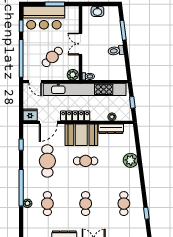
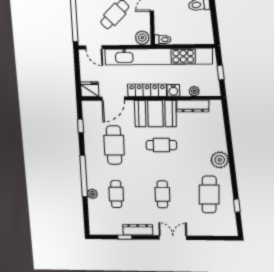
water cooler: (96, 116) -> (173, 90), added
plant: (130, 160) -> (220, 160), moved
cafe table: (124, 204) -> (209, 195), width x1.37, depth x1.35

